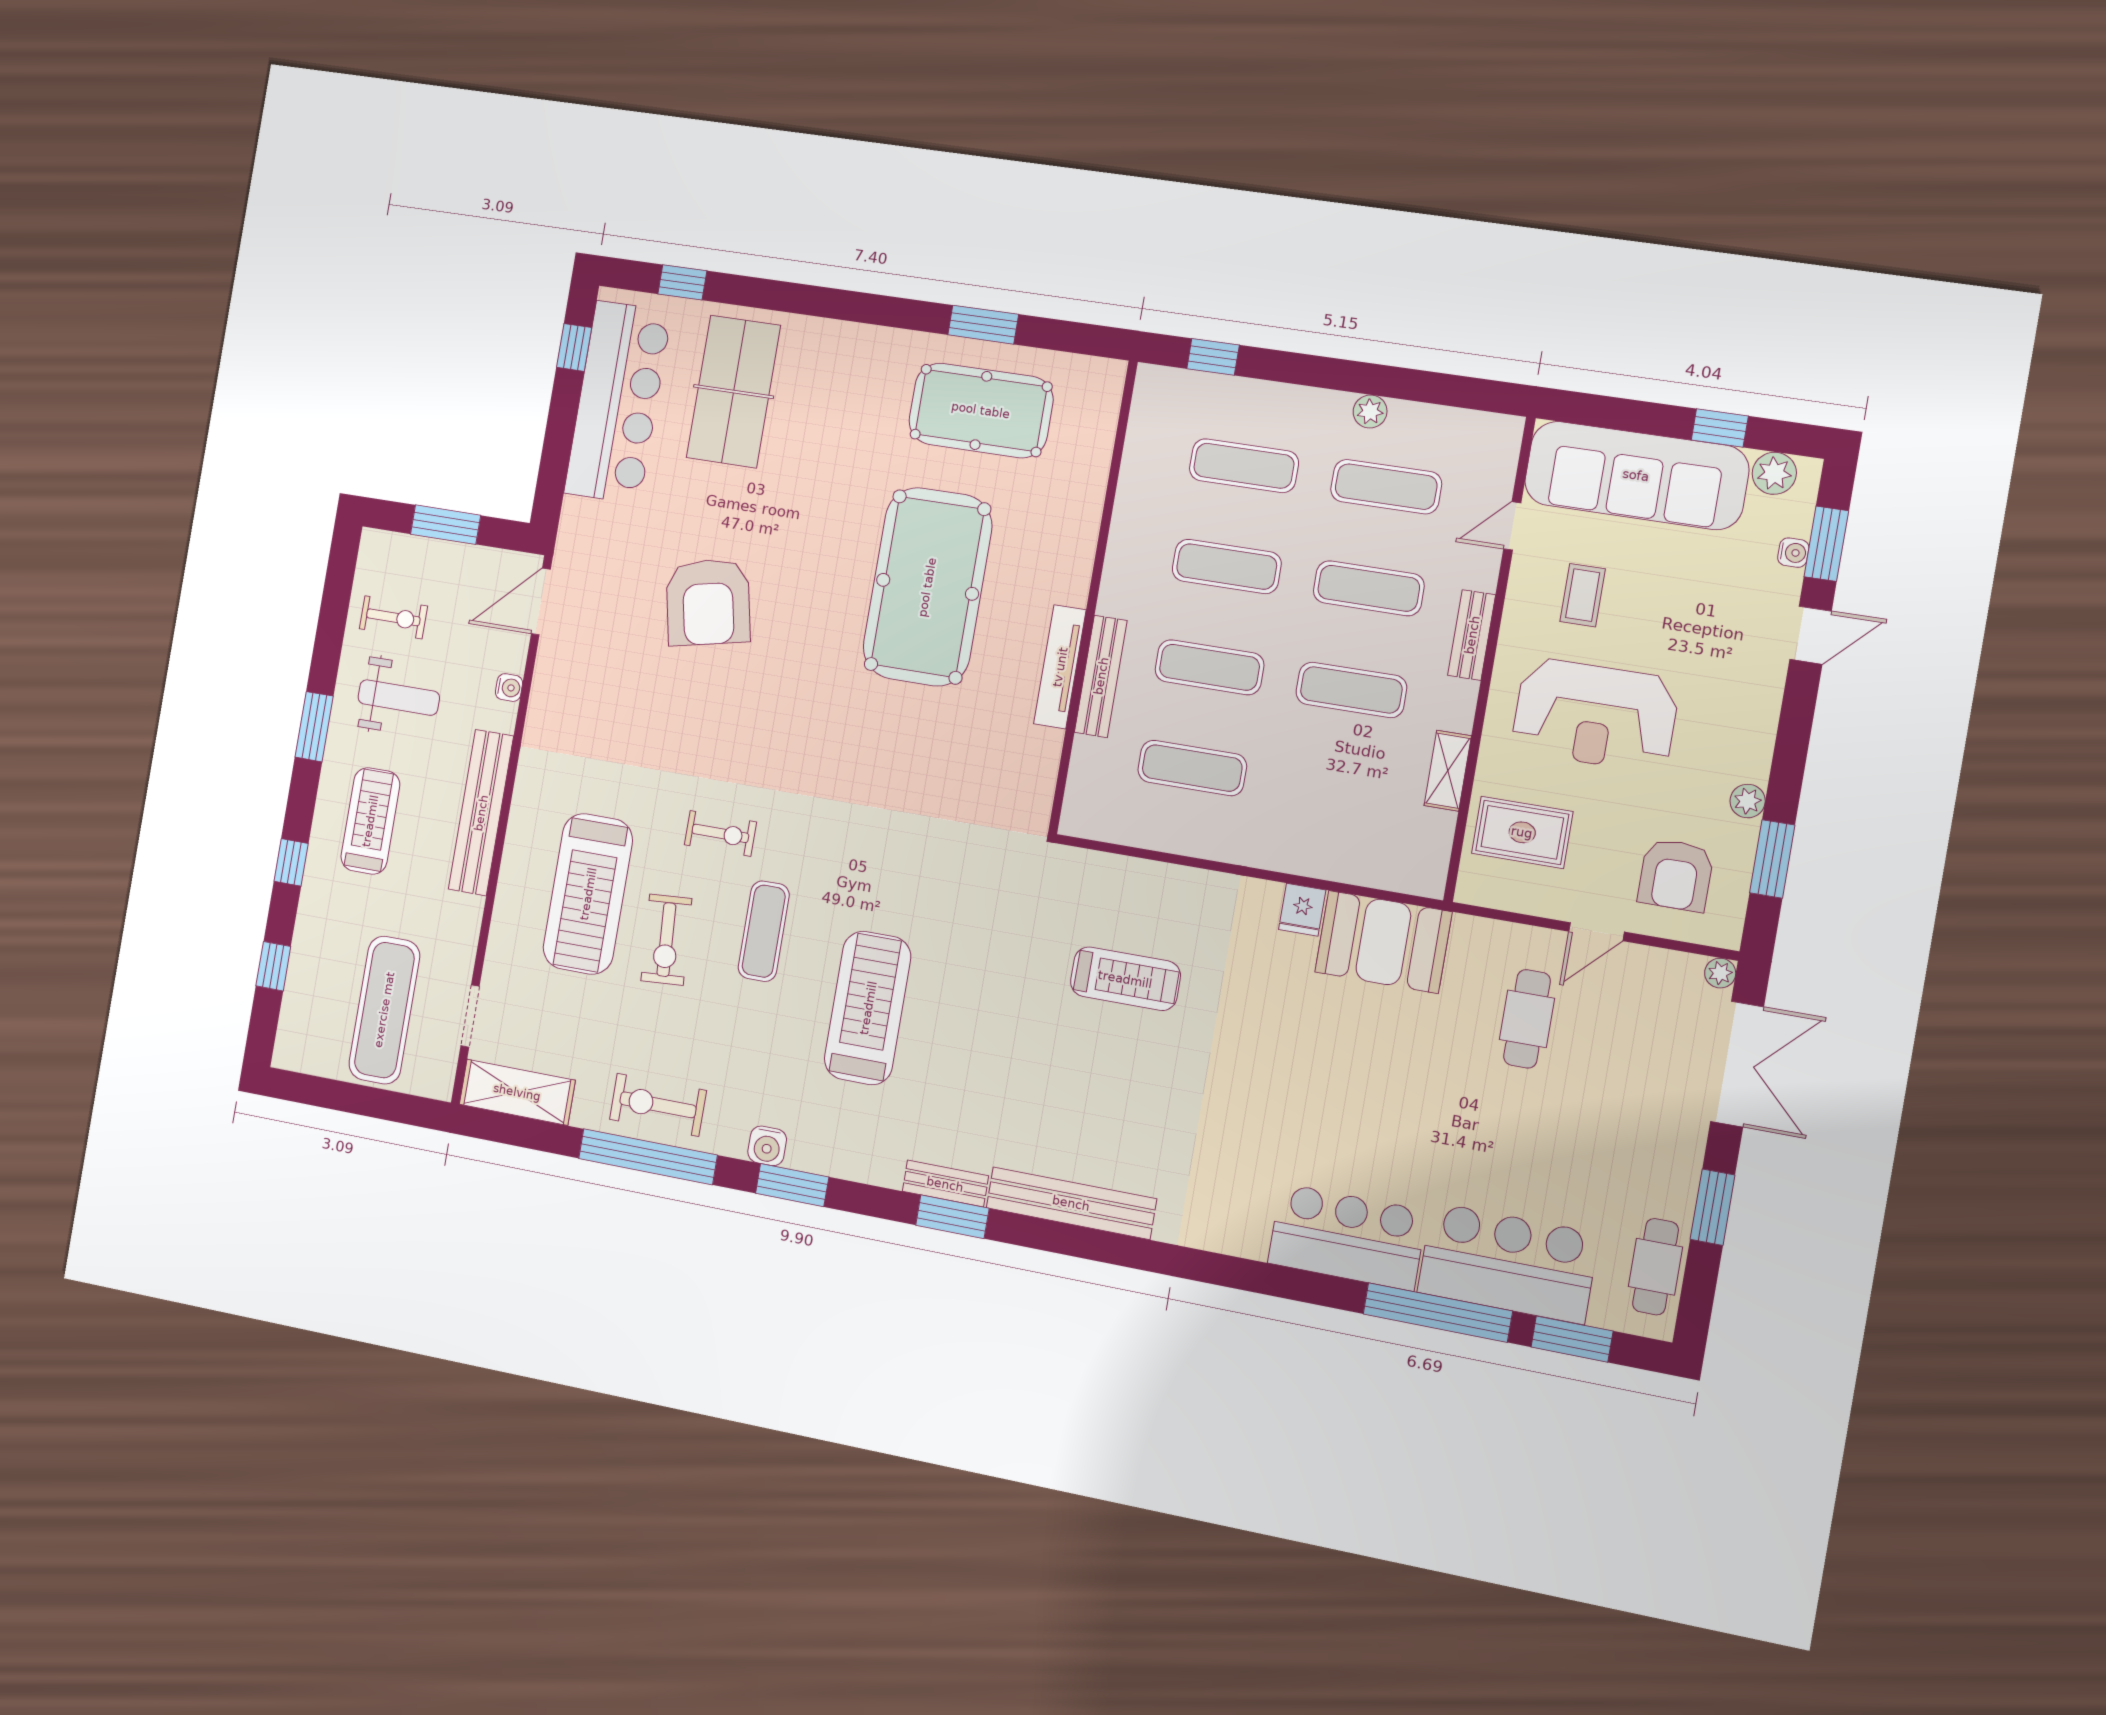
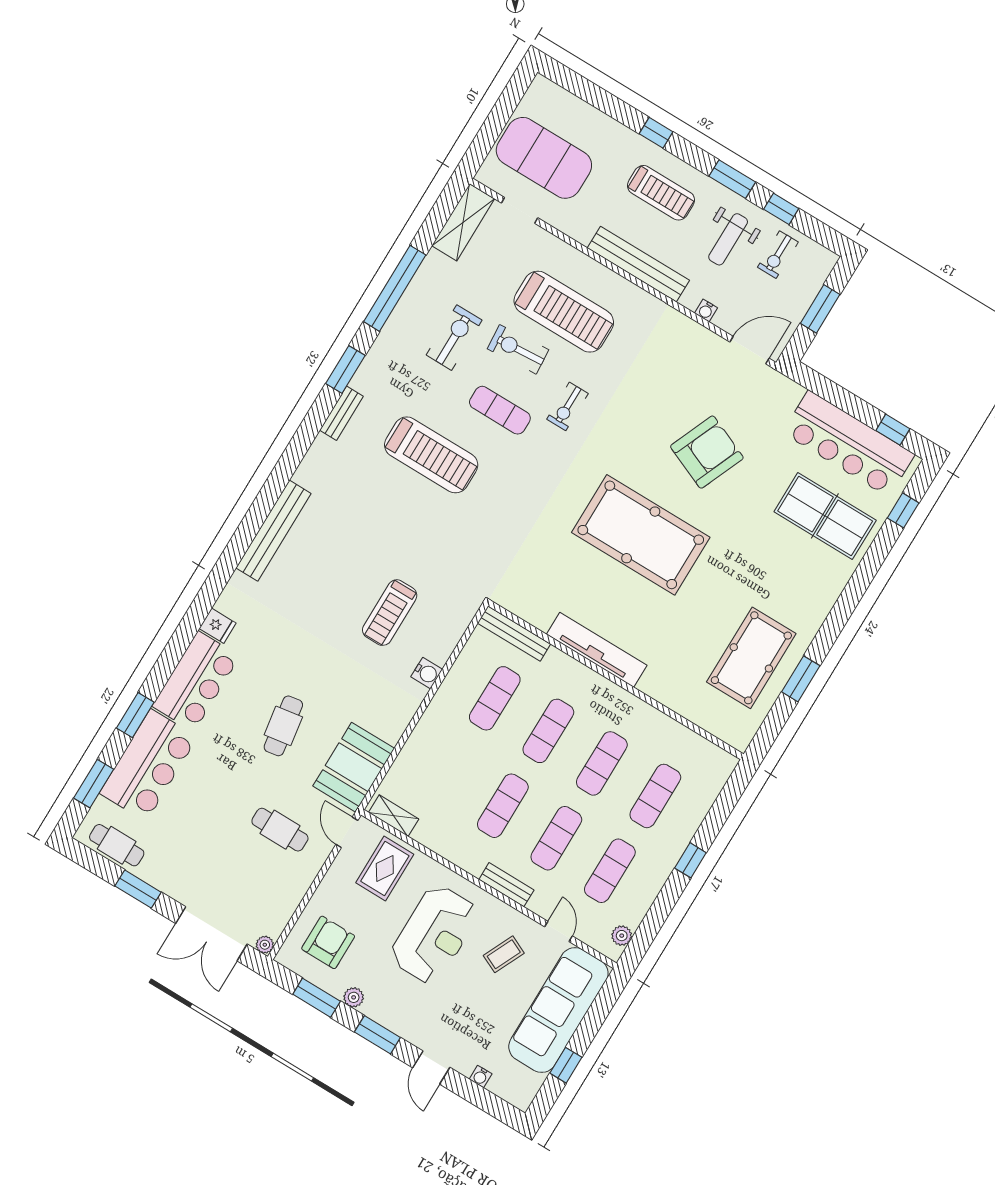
window: (1213, 357) -> (690, 860), moved
plant: (1370, 412) -> (622, 936), moved
plant: (1774, 473) -> (529, 1084), removed
window: (1826, 544) -> (377, 1035), moved
pool table: (927, 587) -> (641, 535), moved
coffee table: (1583, 595) -> (504, 954), turned -65
door: (541, 602) -> (749, 350), hinge flipped
armchair: (708, 602) -> (707, 452), turned 125
tv unit: (1060, 667) -> (597, 650), width x1.36, depth x1.29
bench: (1101, 676) -> (514, 634), moved
reception desk: (1595, 715) -> (434, 934), turned 180
shelving: (1448, 771) -> (394, 816), moved
armchair: (1676, 875) -> (328, 942), turned 90
treadmill: (588, 894) -> (564, 312), turned 180
fridge: (1302, 910) -> (218, 626), moved, turned 180
door: (1597, 932) -> (347, 832), moved
window: (273, 966) -> (781, 209), moved
exercise mat: (384, 1010) -> (544, 158), width x1.47
cafe table: (1363, 1075) -> (283, 726), added
exercise bike: (658, 1105) -> (454, 338), moved
water cooler: (767, 1146) -> (427, 673), moved, turned 180
bench: (945, 1184) -> (342, 413), moved
window: (952, 1217) -> (292, 458), removed
window: (1438, 1313) -> (135, 715), width x0.47

